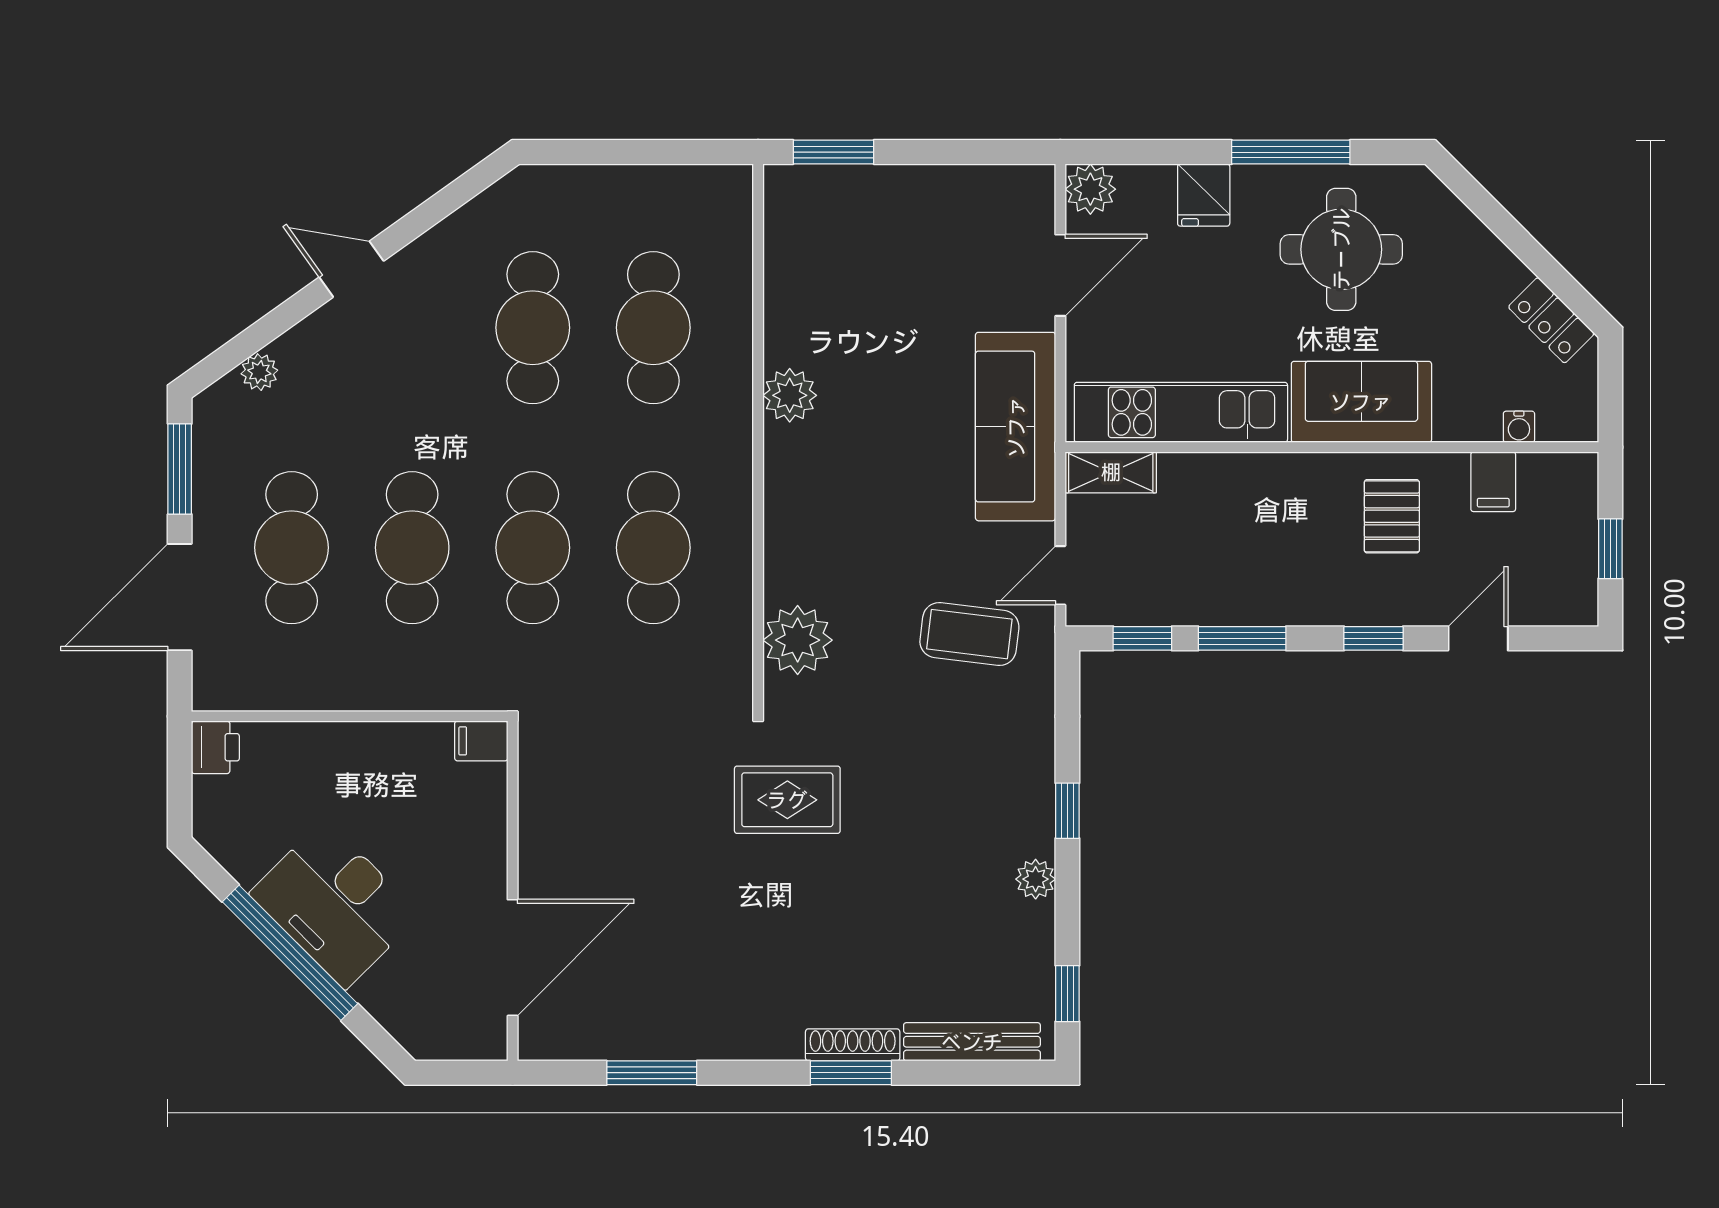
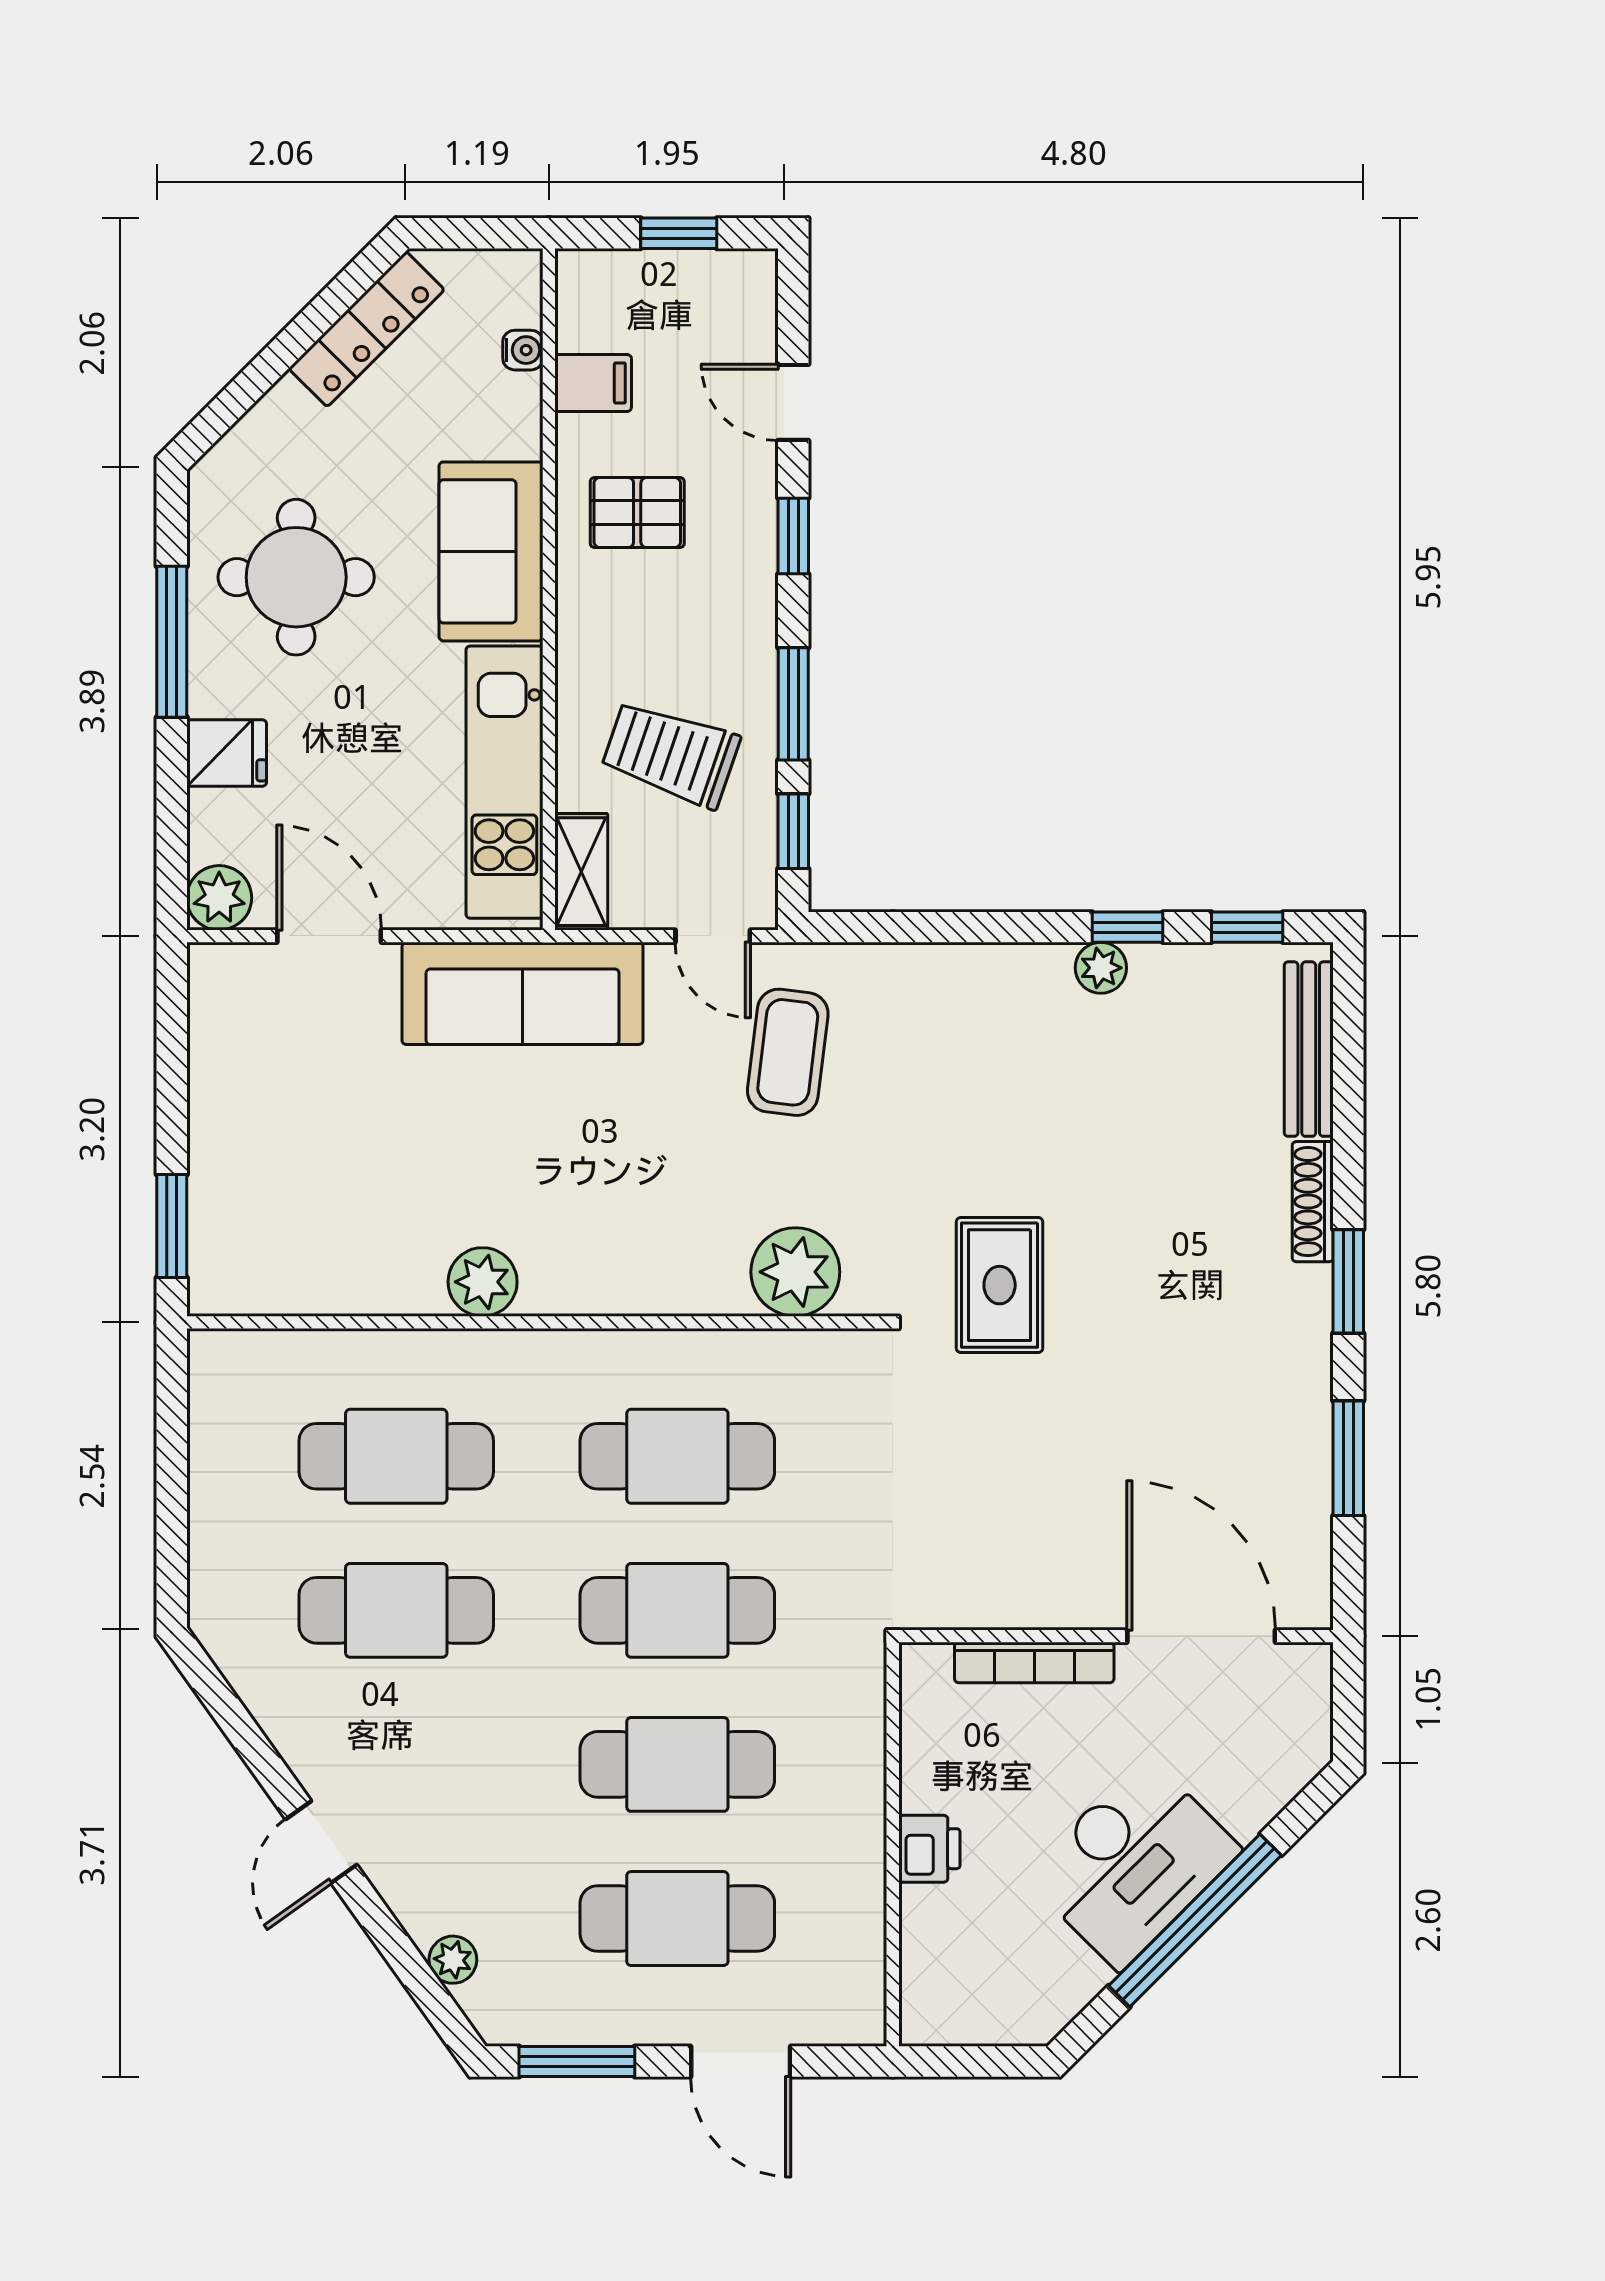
locker: (1551, 320) -> (366, 329), width x1.53
trolley: (1203, 542) -> (671, 754), added
door: (180, 597) -> (741, 2061), width x0.73
filing cabinet: (481, 741) -> (924, 1676), removed
printer: (215, 747) -> (929, 1849), moved, turned 90
window: (1067, 811) -> (1127, 927), moved
bookcase: (492, 827) -> (1034, 1663), added
window: (851, 1073) -> (1348, 1281), moved

